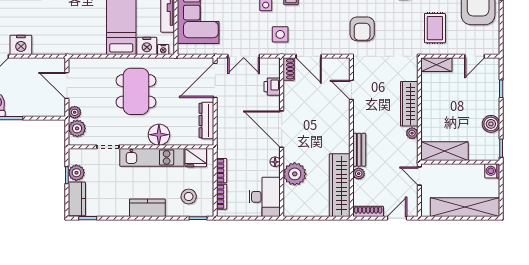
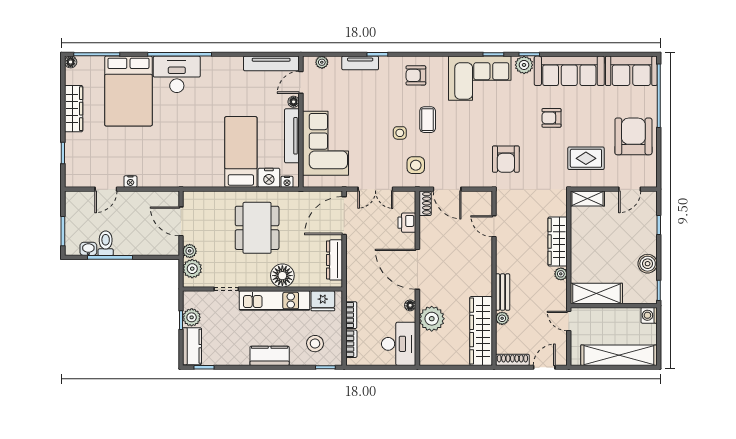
rug: (435, 28) -> (586, 158), turned 90
nightstand: (21, 45) -> (130, 181), width x0.53, depth x0.56

